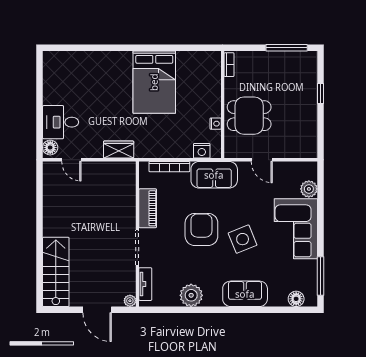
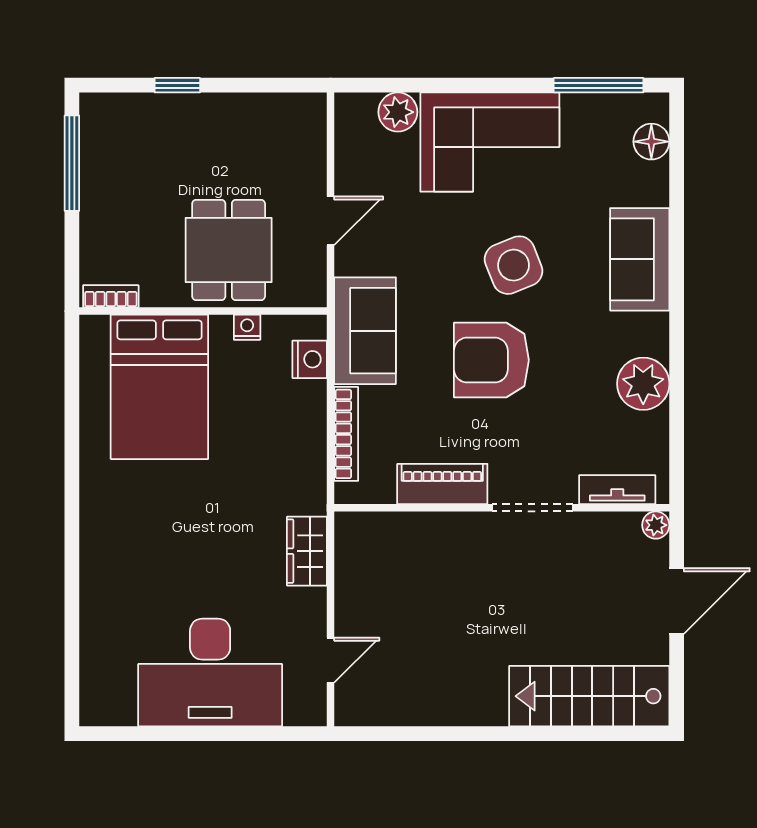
bed: (154, 82) -> (159, 387), moved, turned 90
desk: (61, 122) -> (210, 673), width x1.87, depth x1.30
floor lamp: (50, 148) -> (302, 709), removed

